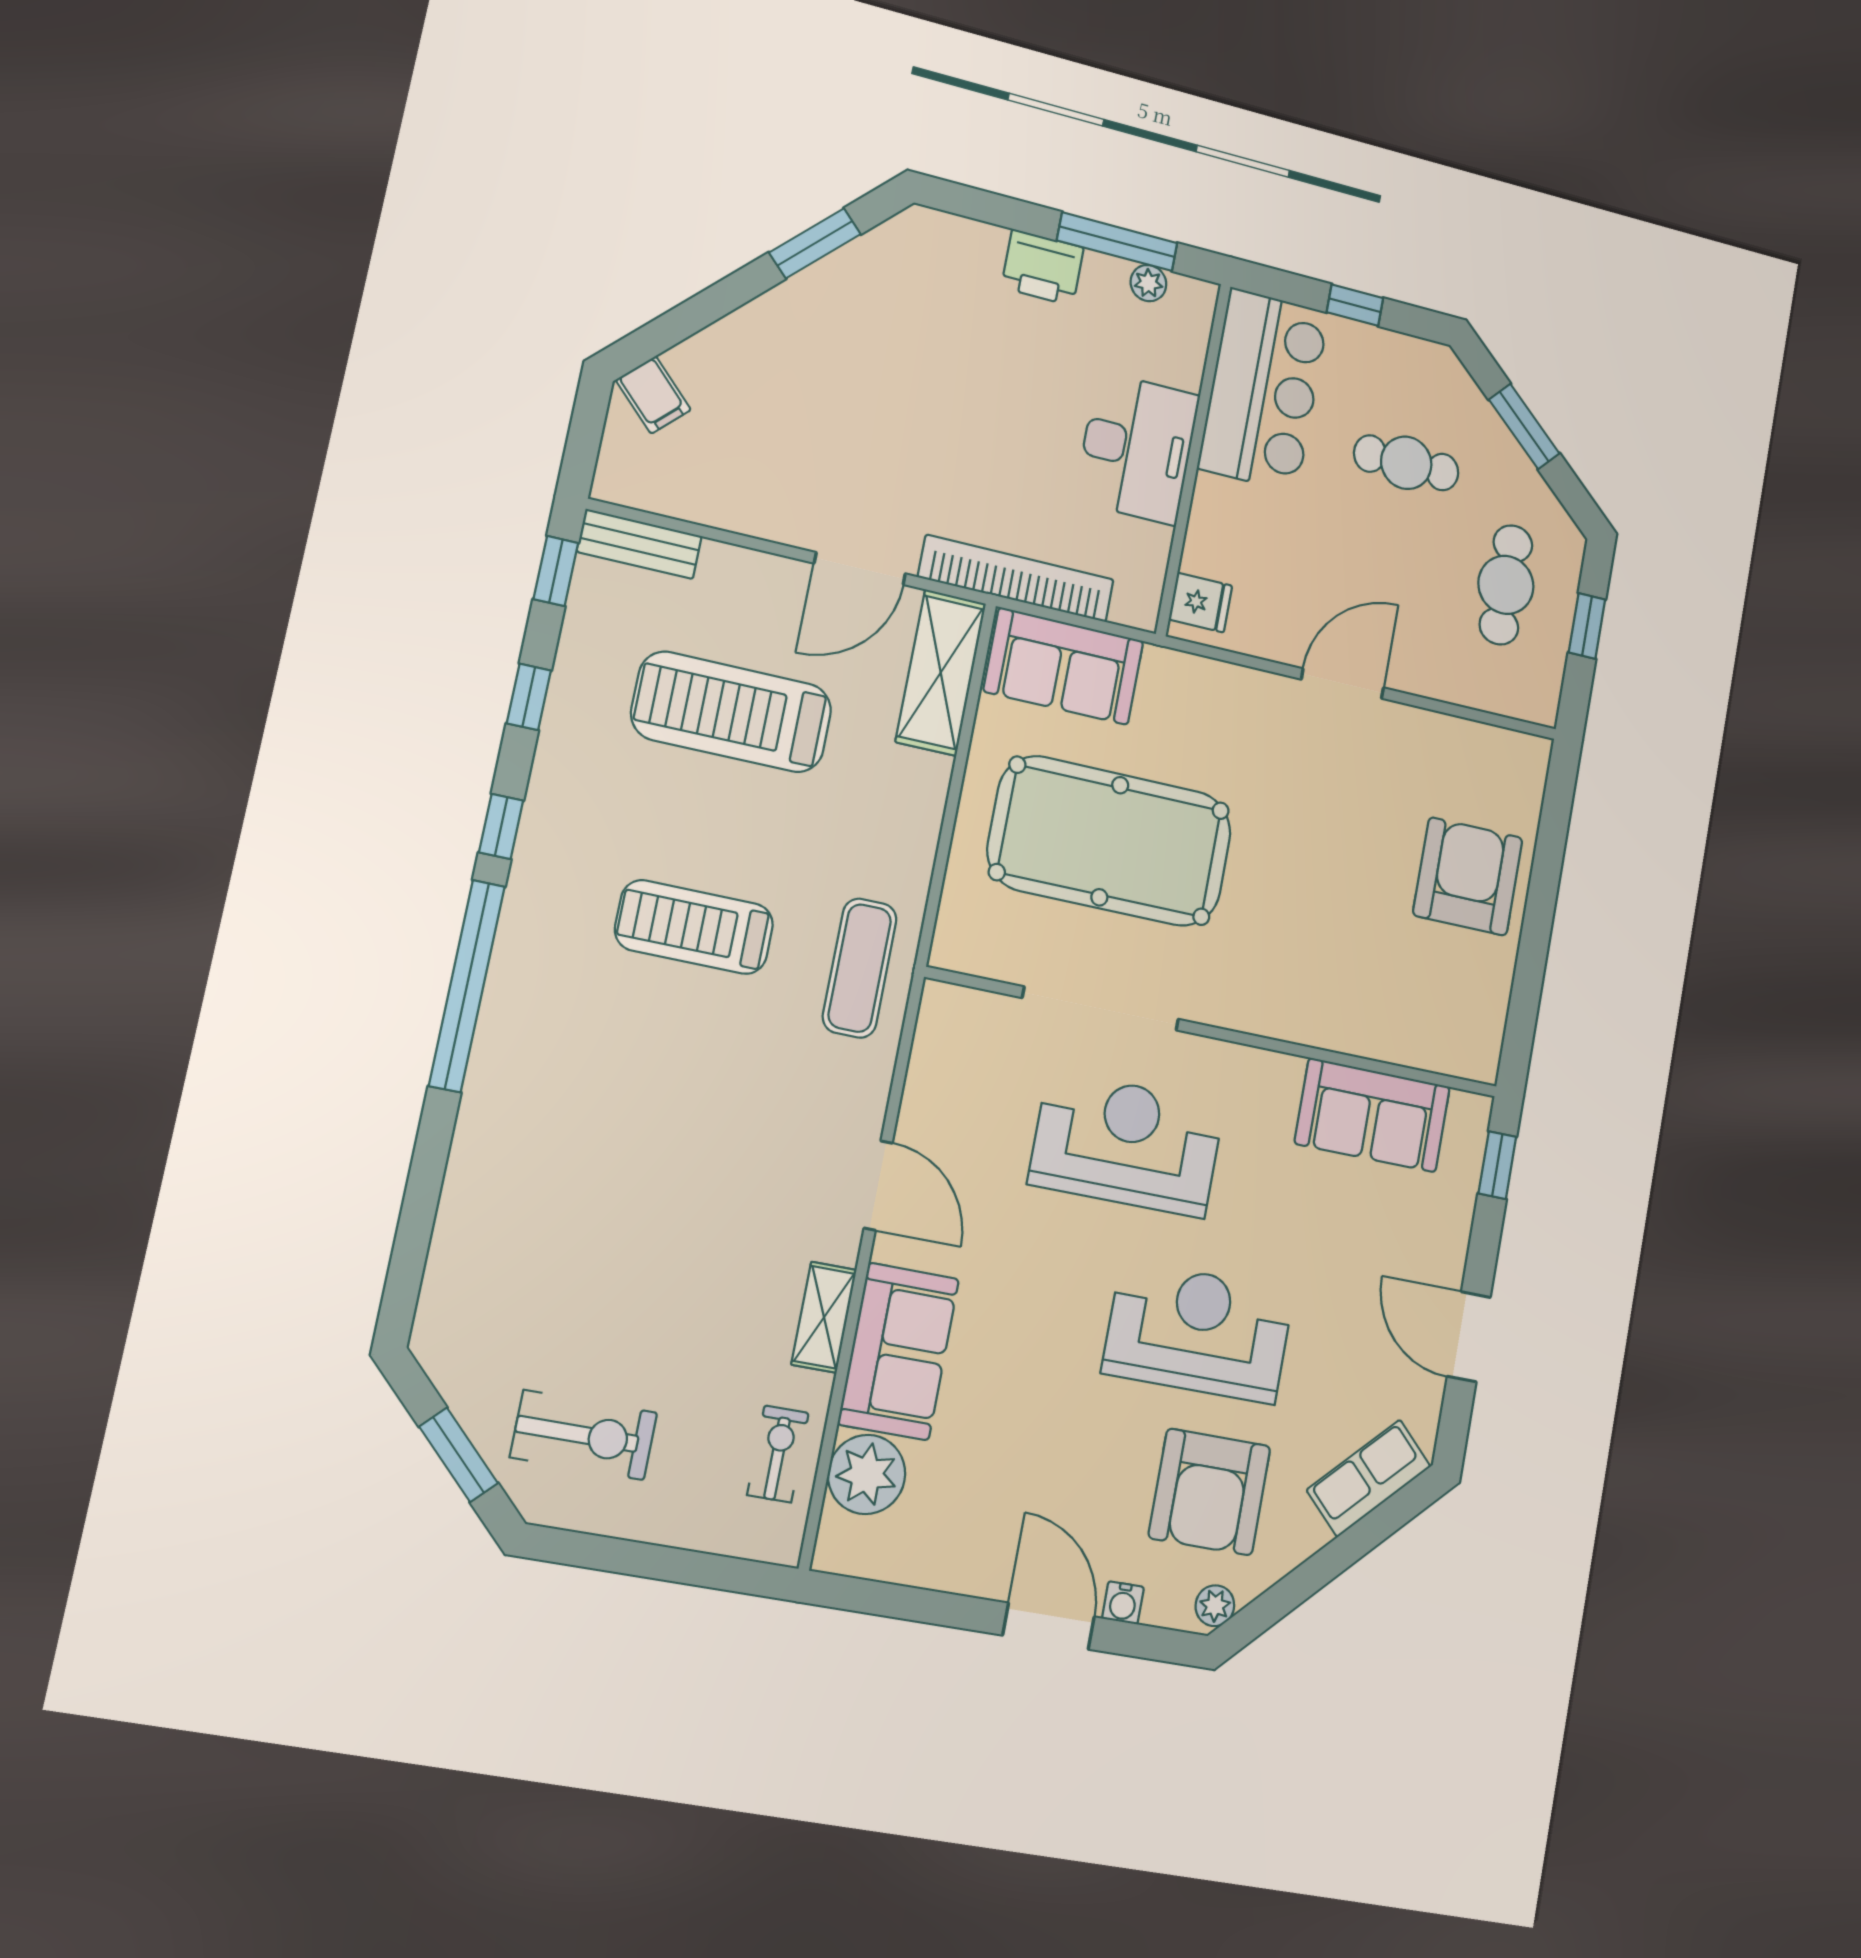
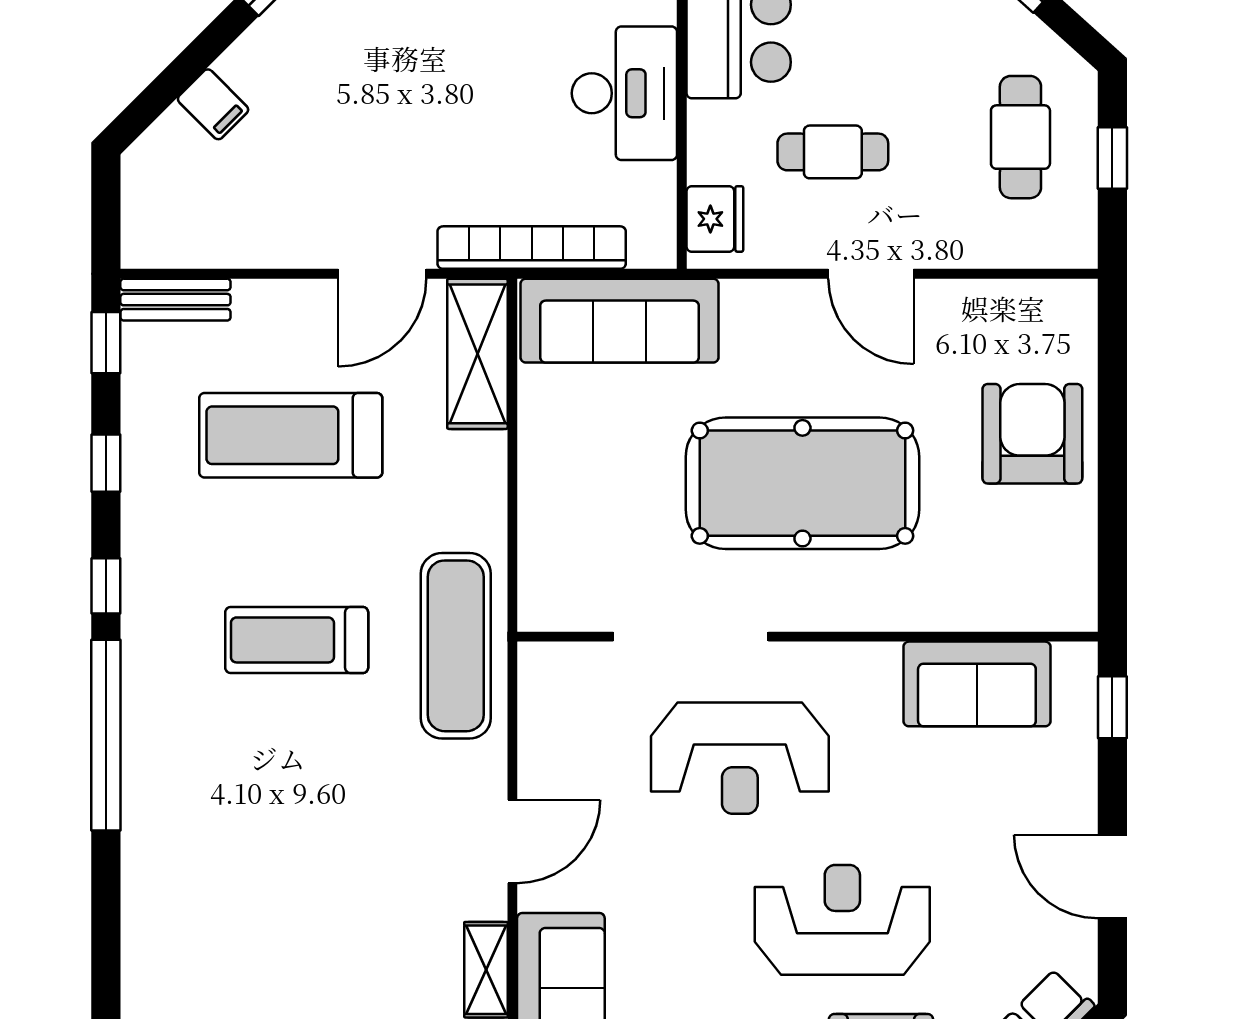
filing cabinet: (653, 395) -> (213, 104), moved
cafe table: (1406, 463) -> (833, 152), moved
fridge: (1200, 603) -> (715, 219), width x1.38
sofa: (1064, 666) -> (619, 321), width x1.36
door: (1342, 684) -> (871, 274), swing flipped
pool table: (1110, 841) -> (802, 483), moved
exercise mat: (860, 968) -> (456, 646), width x1.36, depth x1.45
reception desk: (1127, 1144) -> (740, 758), turned 180
door: (878, 1186) -> (512, 841), hinge flipped

